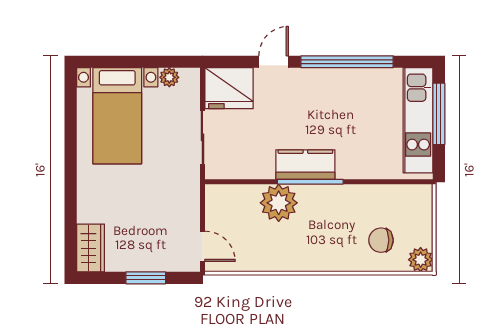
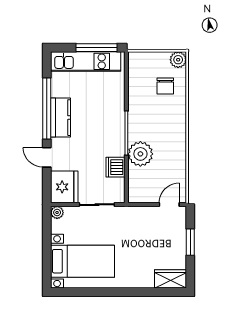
plant: (169, 77) -> (57, 212), moved
window: (439, 114) -> (96, 48), moved
dishwasher: (259, 165) -> (115, 167), added
kitchen counter: (305, 165) -> (60, 118), moved, turned 180

